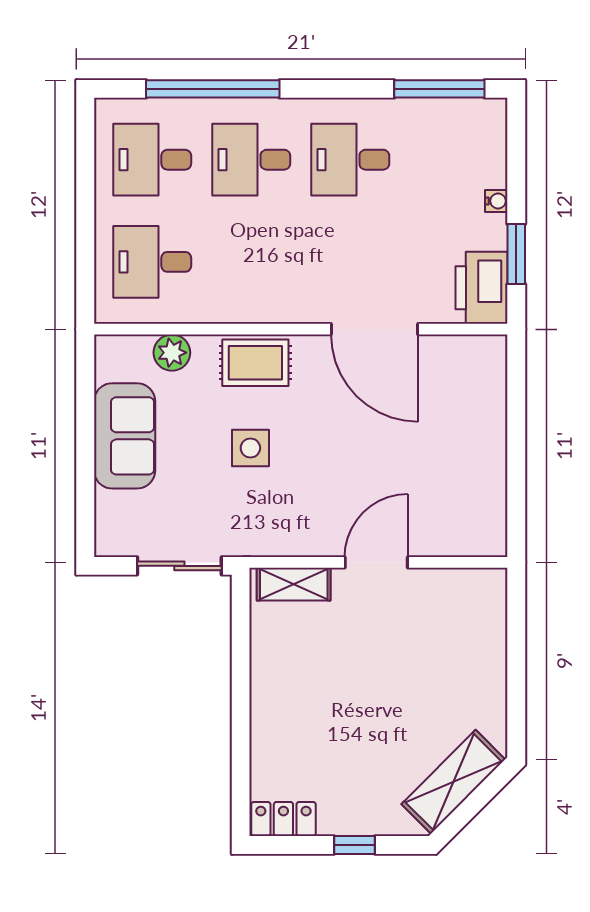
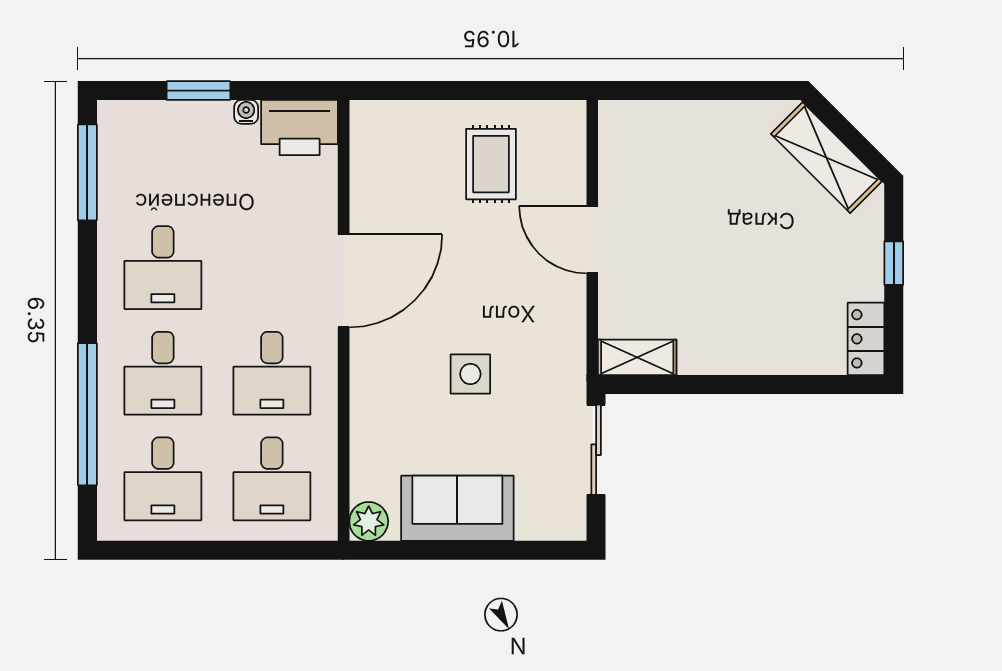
water cooler: (496, 201) -> (246, 112), moved
window: (516, 254) -> (198, 91), moved
desk: (251, 262) -> (272, 373), added
door: (375, 329) -> (344, 281), moved
plant: (172, 353) -> (369, 521), moved
rug: (255, 363) -> (491, 164), moved
shelving: (294, 584) -> (637, 357), moved, turned 90

